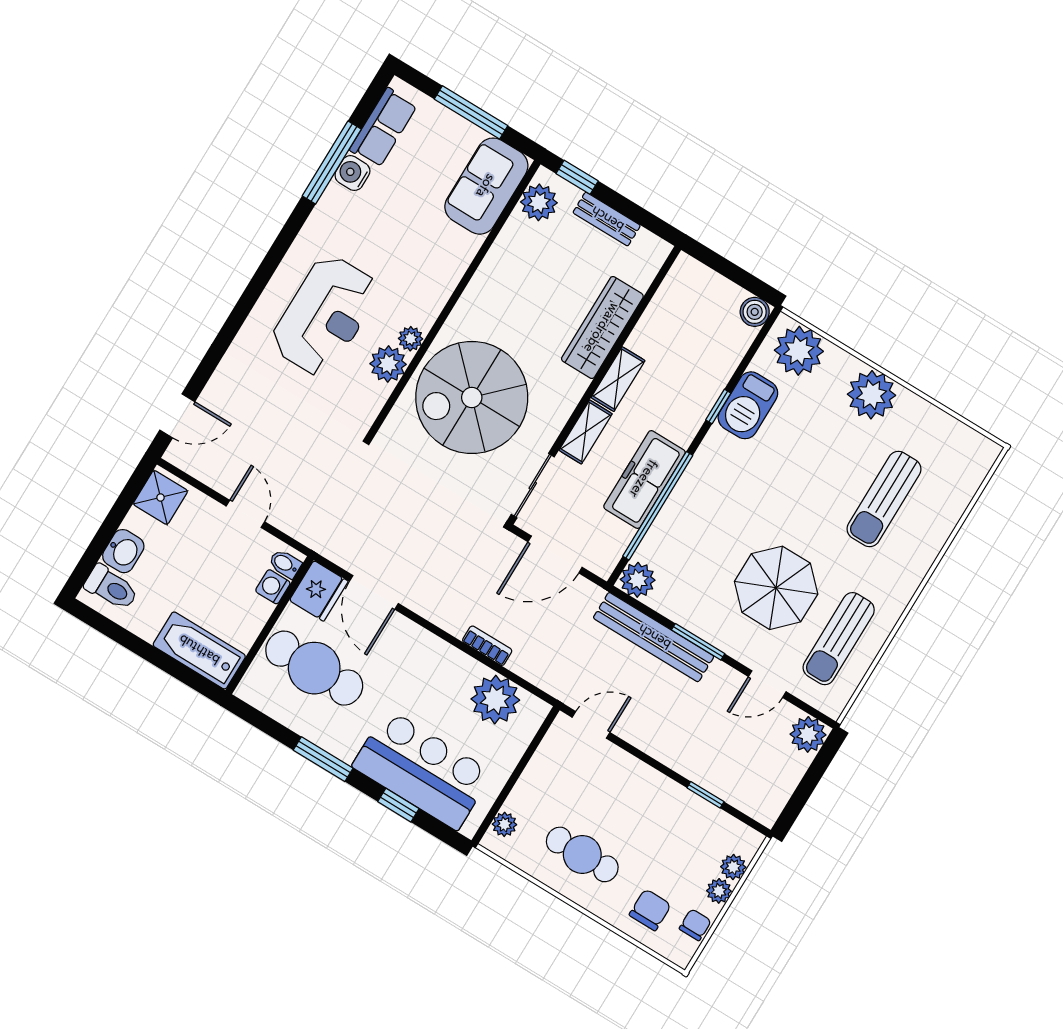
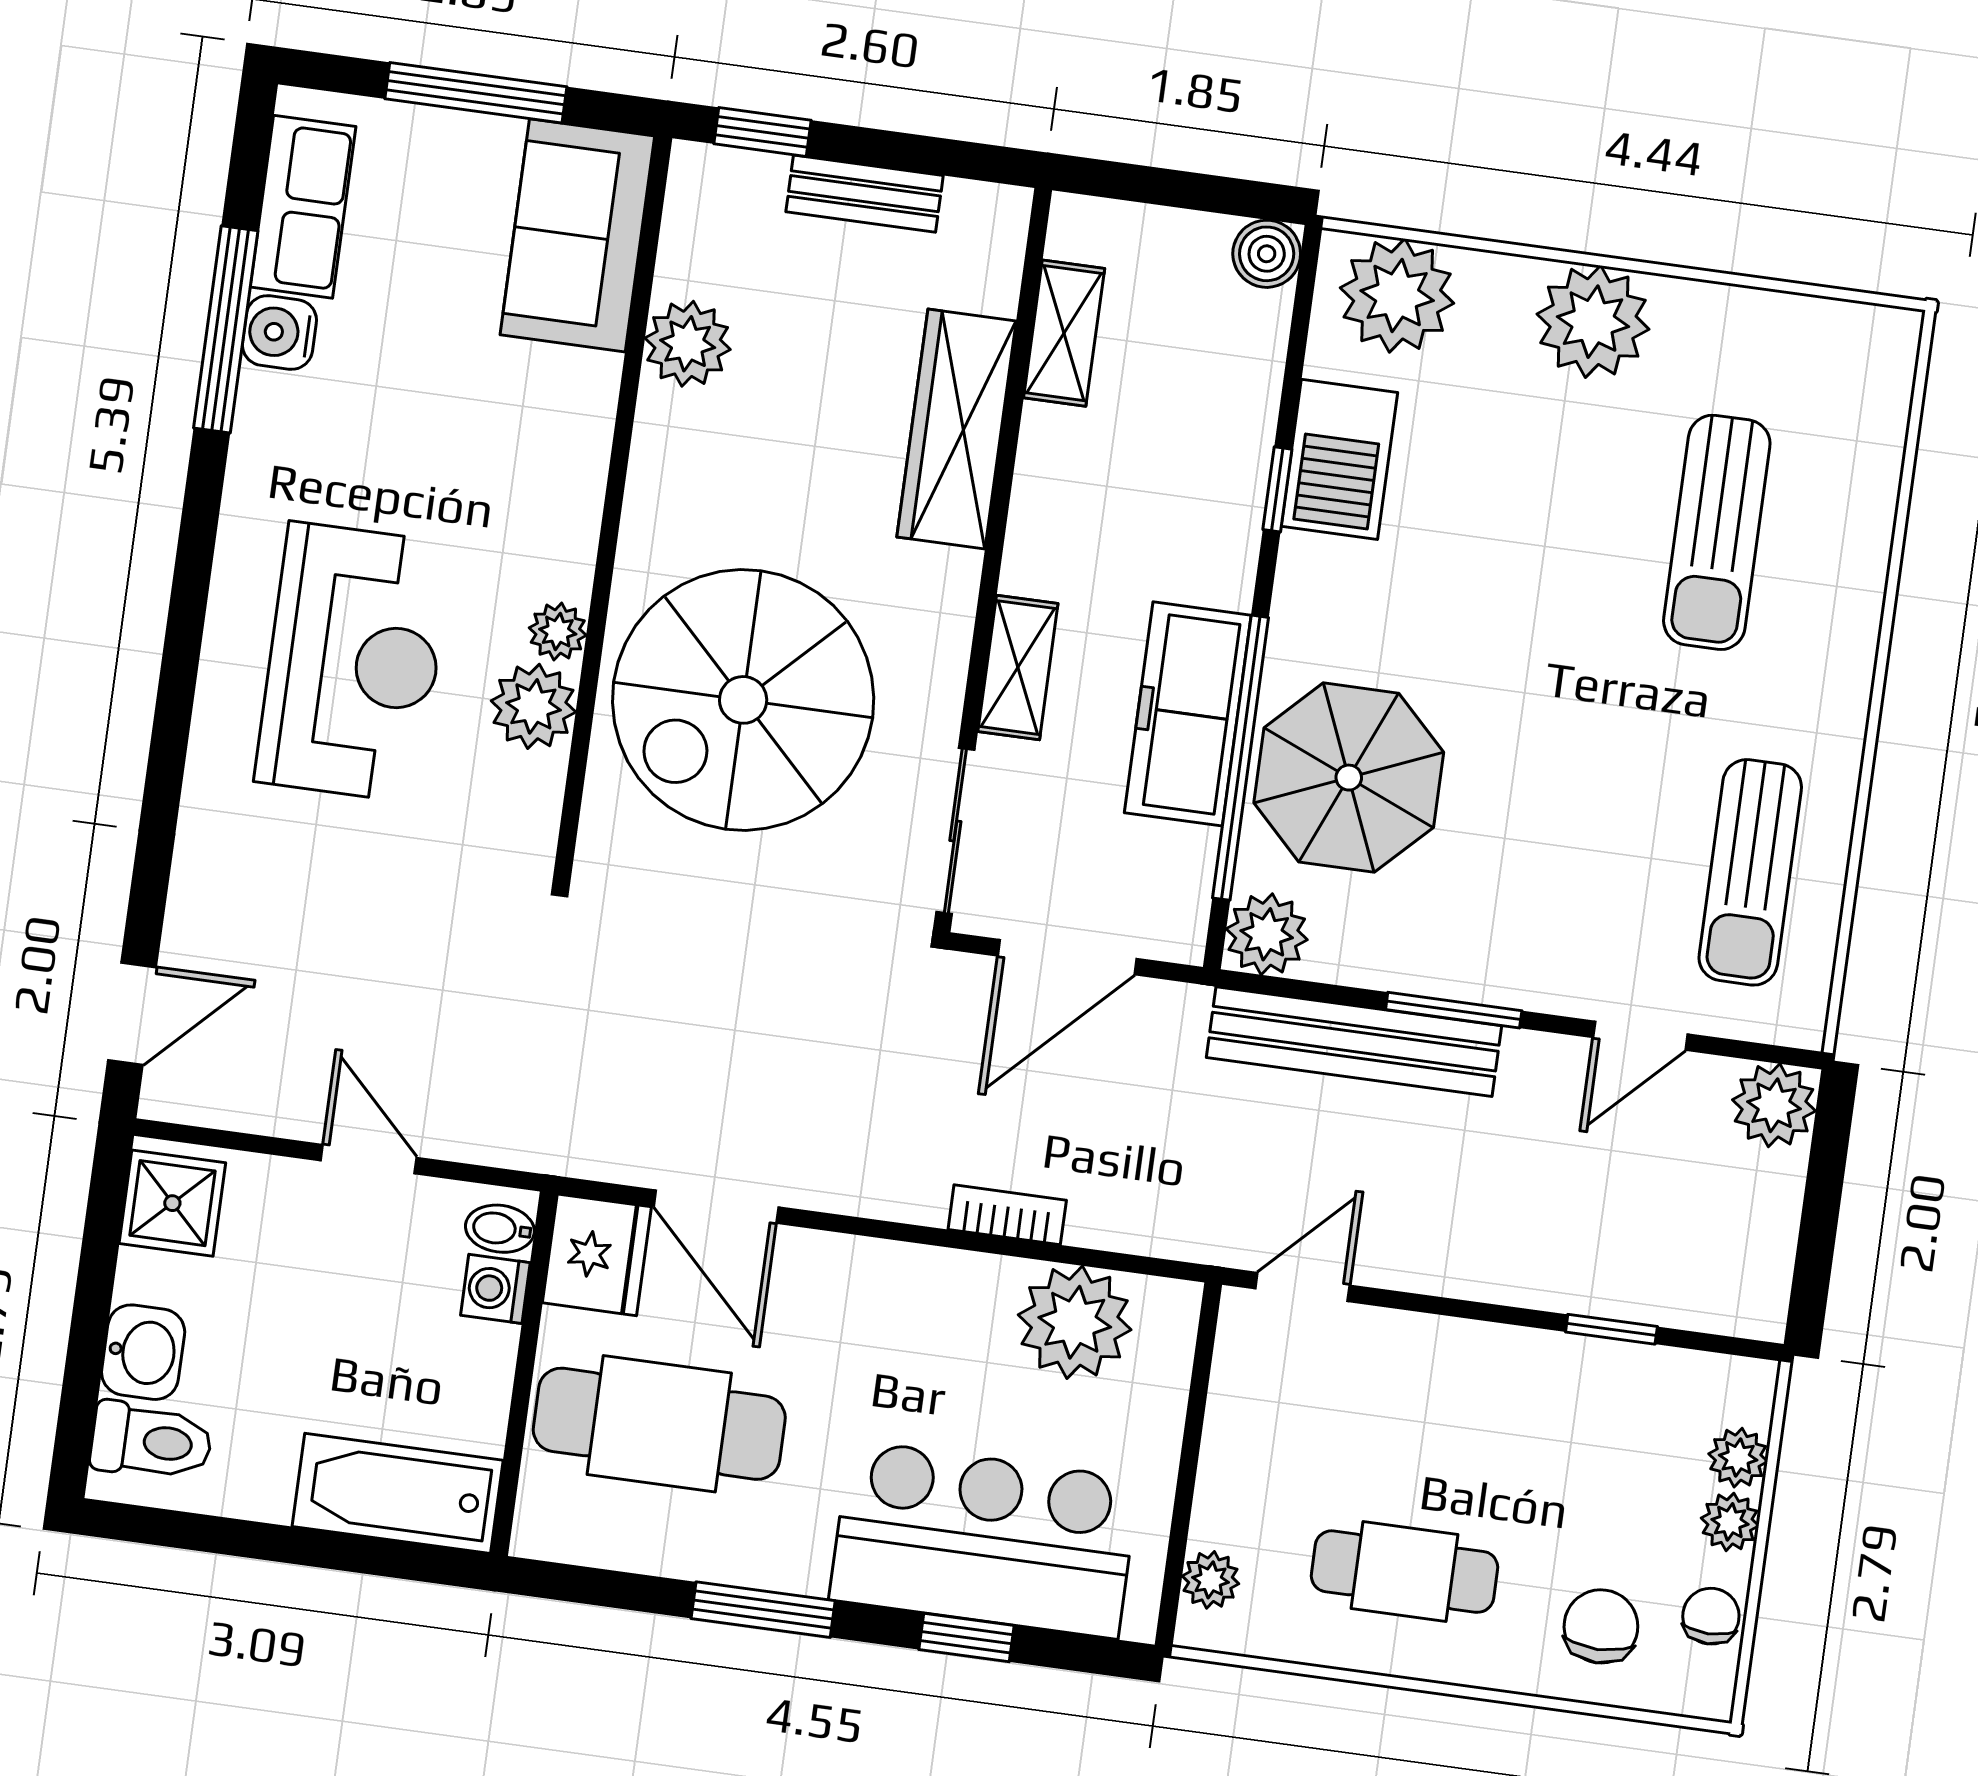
plant: (539, 202) -> (688, 344), moved
shelving: (618, 379) -> (1064, 333), moved
parasol: (776, 588) -> (1349, 778), moved

